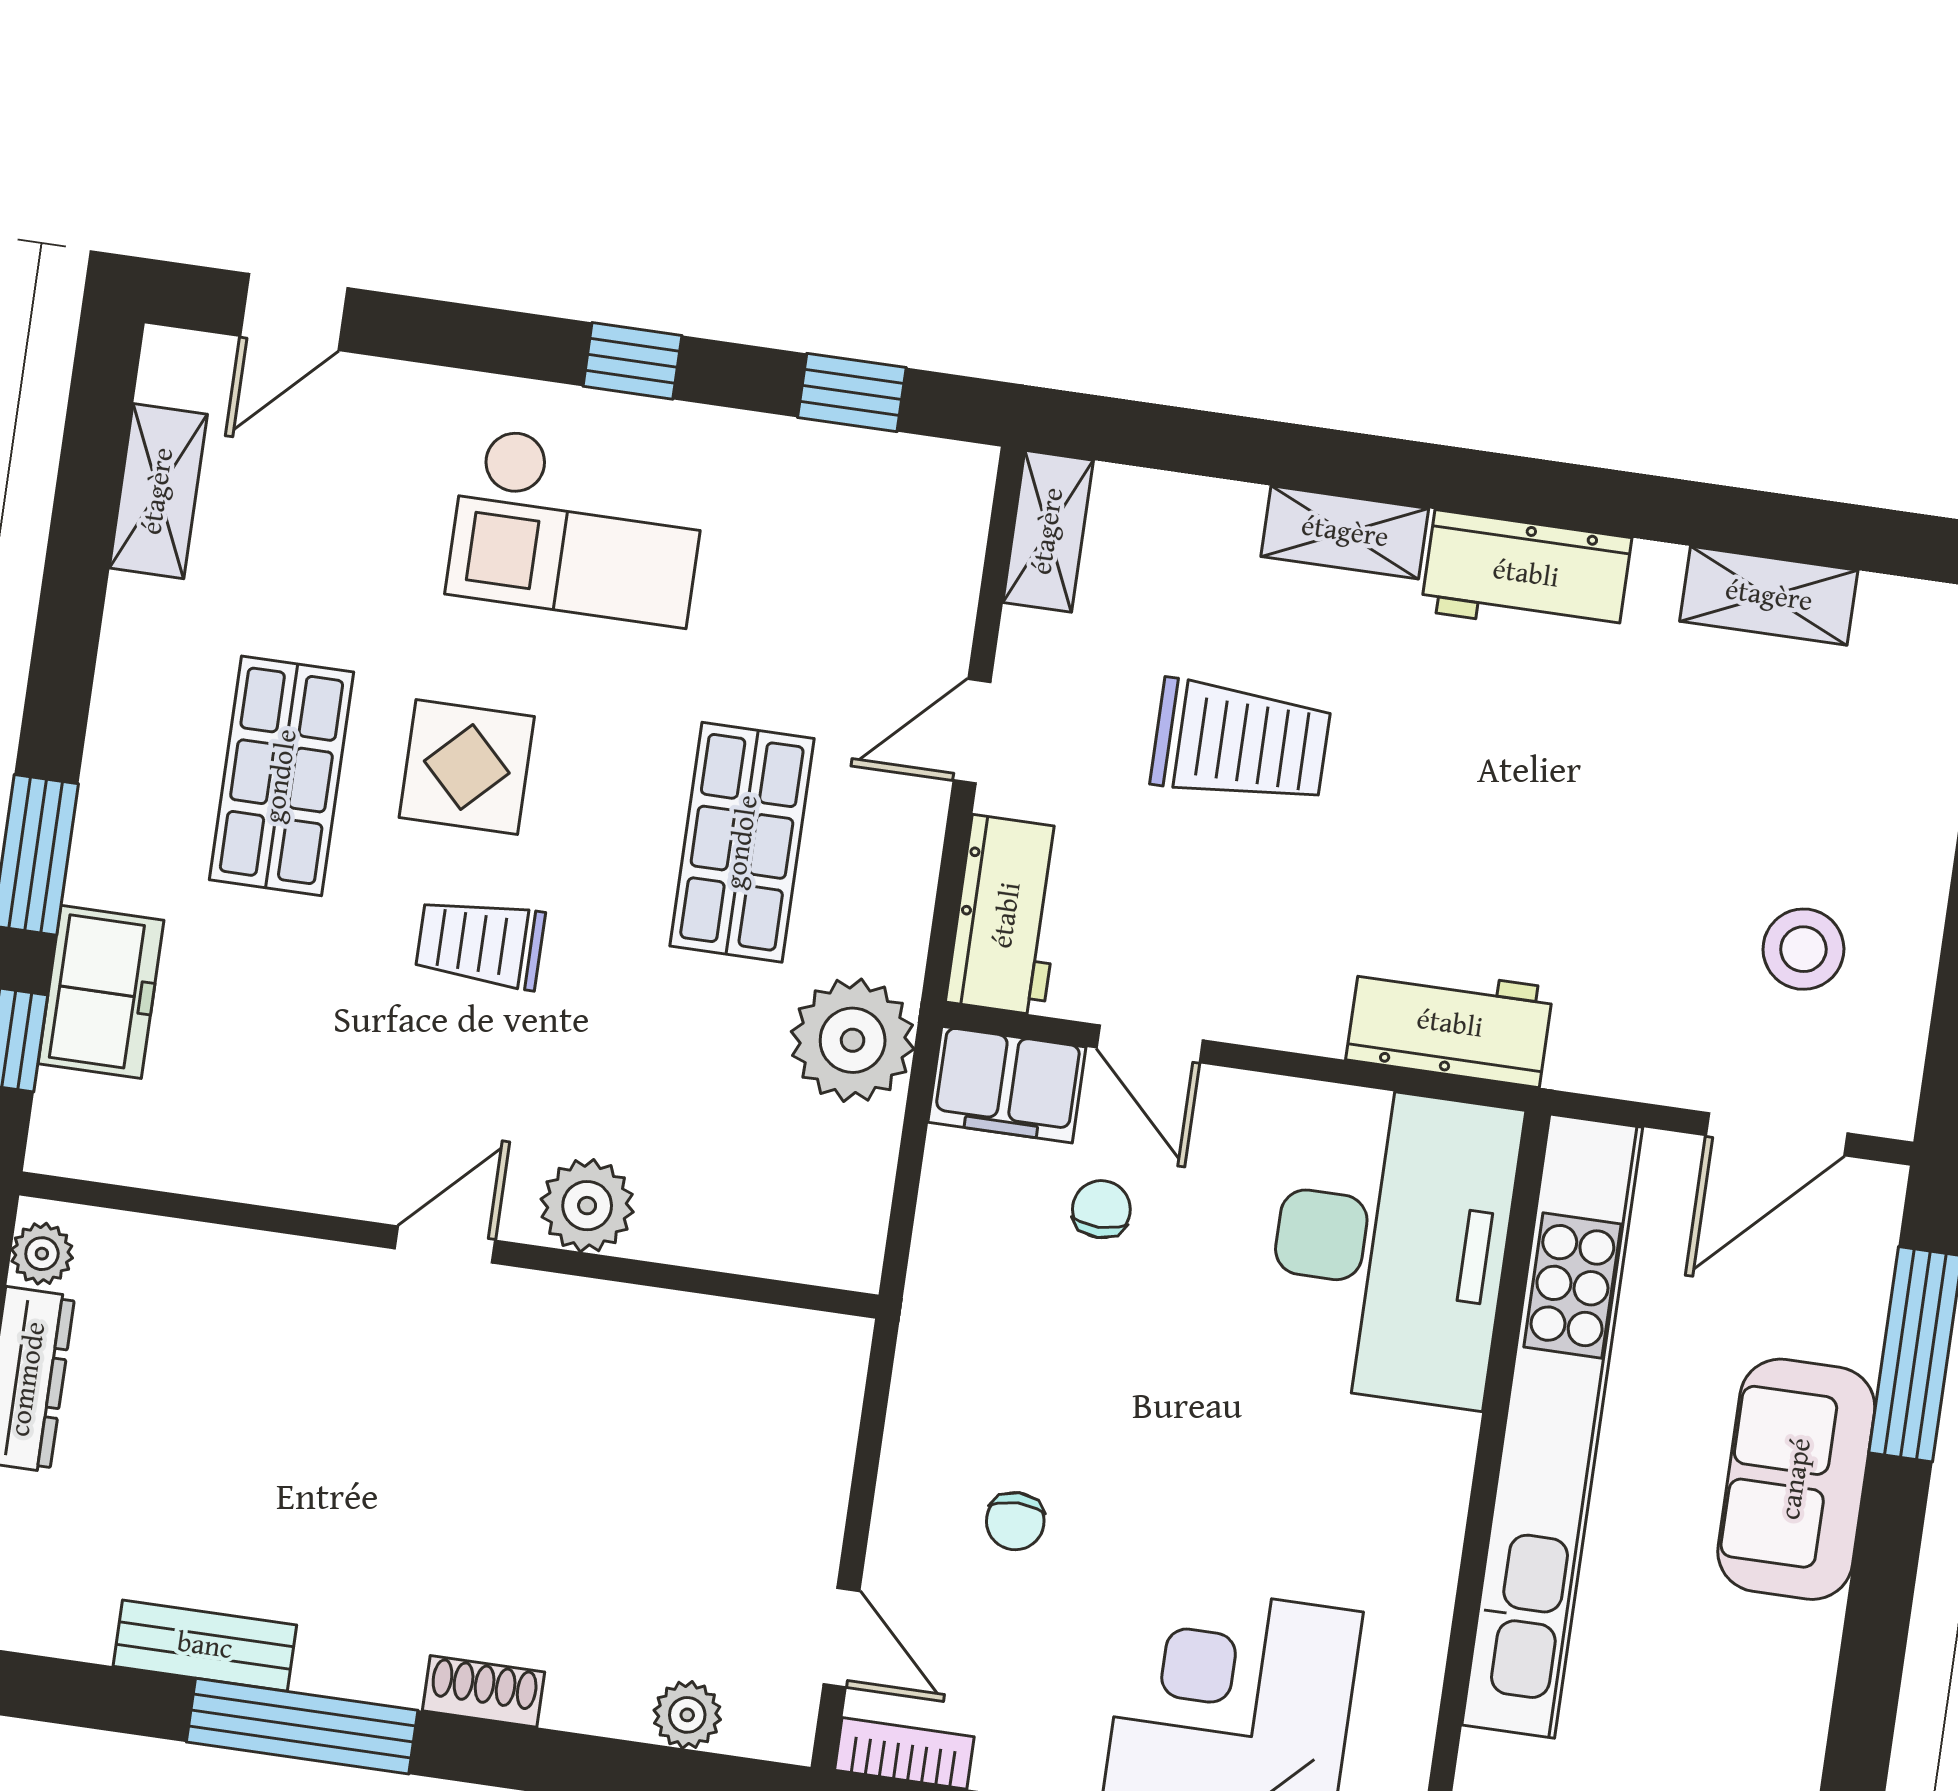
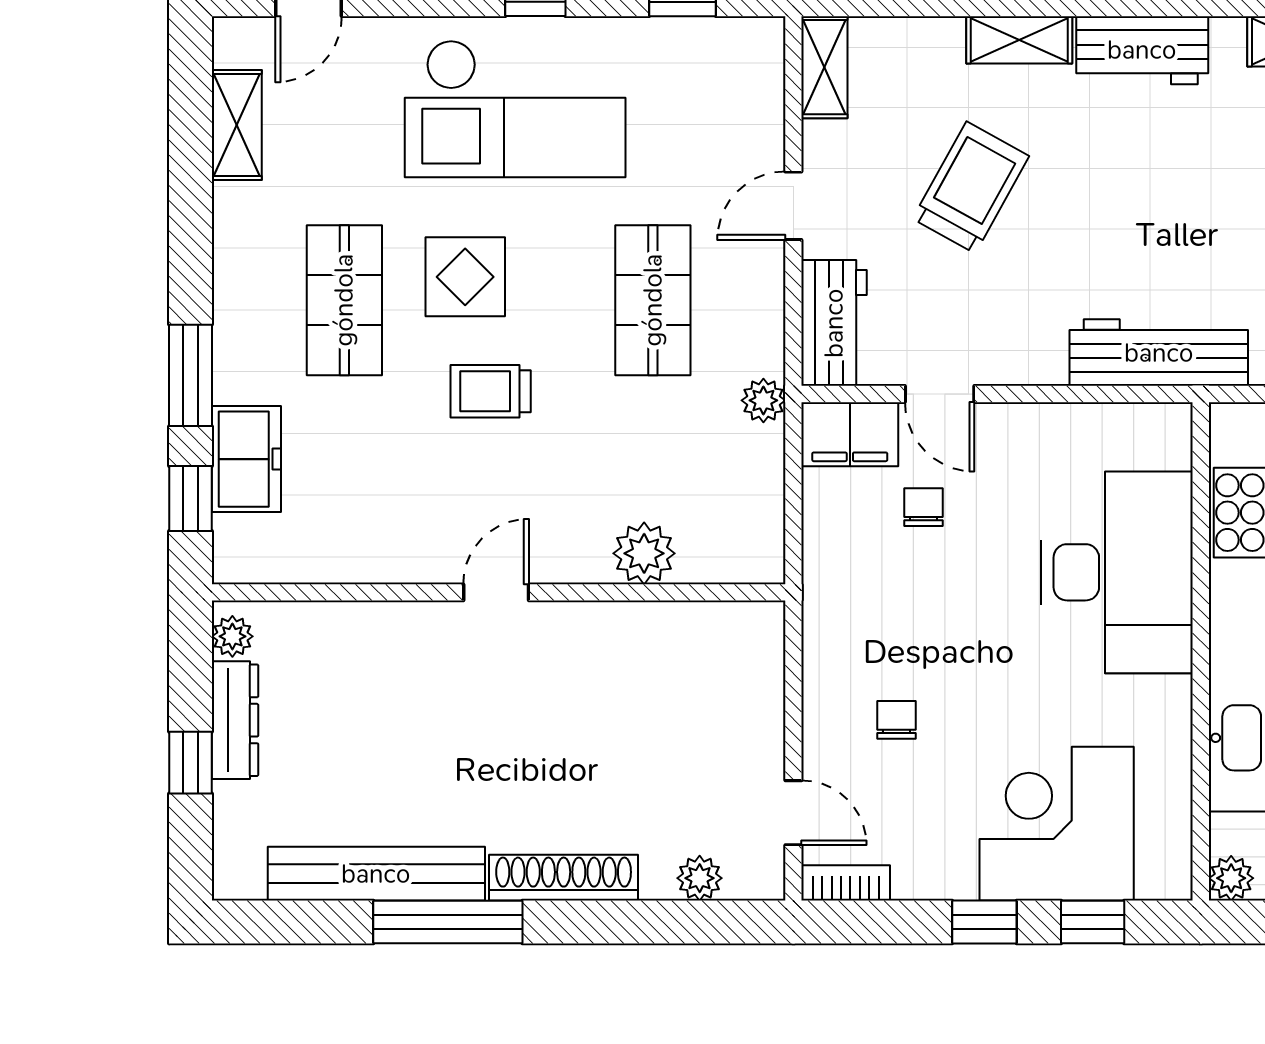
checkout: (577, 527) -> (515, 109), width x1.36, depth x1.21
trolley: (1241, 742) -> (971, 187), turned -61
workbench: (1450, 1024) -> (1159, 353), width x1.38
plant: (853, 1040) -> (763, 400), width x0.53, depth x0.53
plant: (587, 1206) -> (644, 553), moved
desk: (1391, 1245) -> (1117, 572), moved
chair: (1015, 1521) -> (896, 720), turned 180
bench: (205, 1646) -> (376, 874), width x1.86, depth x1.21
shoe rack: (484, 1691) -> (564, 878), width x1.94, depth x1.24

